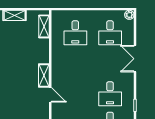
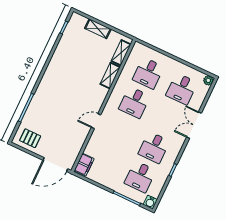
desk: (75, 63) -> (134, 102), added
shelving: (44, 75) -> (110, 76), moved
door: (50, 95) -> (96, 121), swing flipped

